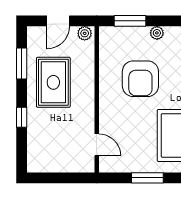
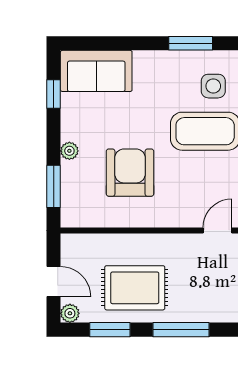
plant: (85, 33) -> (70, 313), moved
armchair: (140, 79) -> (130, 173), turned -90
window: (22, 117) -> (181, 330), width x2.17

